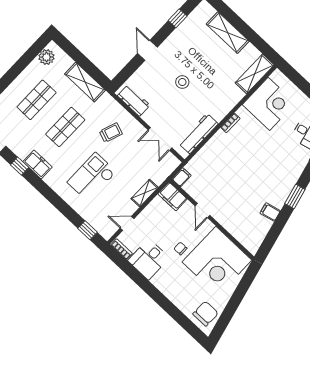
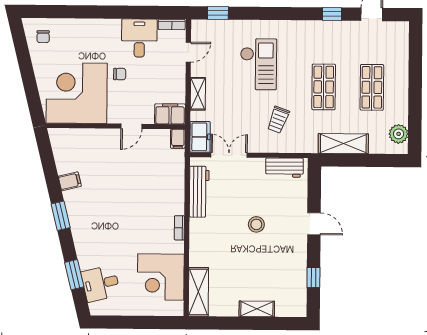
shelving: (228, 33) -> (257, 309), width x0.67, depth x0.75
freezer: (38, 164) -> (200, 137), moved, turned -90
door: (203, 211) -> (131, 126), swing flipped
chair: (206, 314) -> (43, 37), width x0.54, depth x0.54

